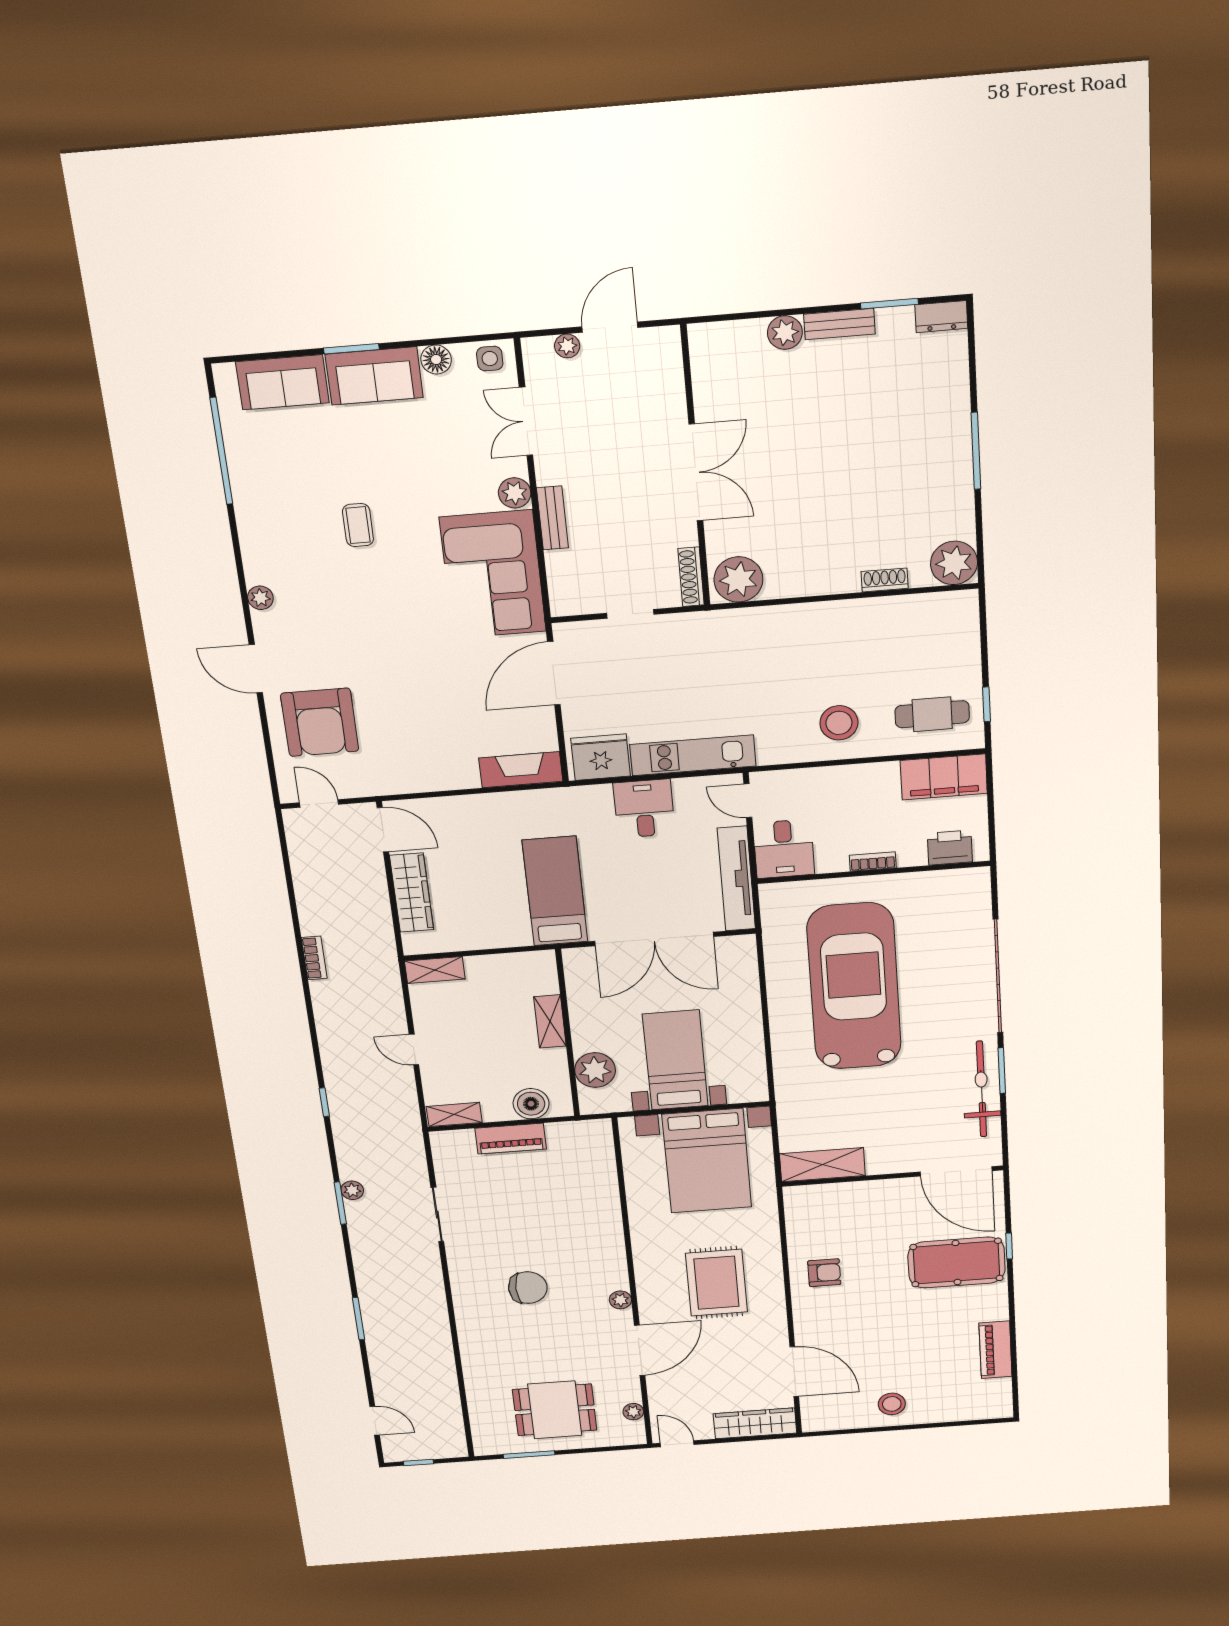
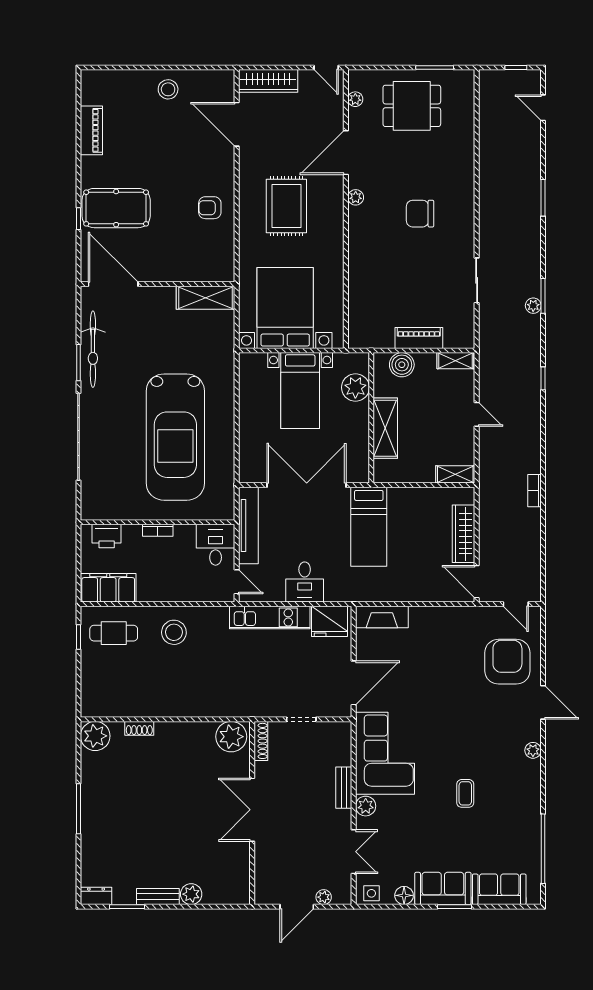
shelving: (550, 1021) -> (385, 428), width x1.50, depth x1.33

